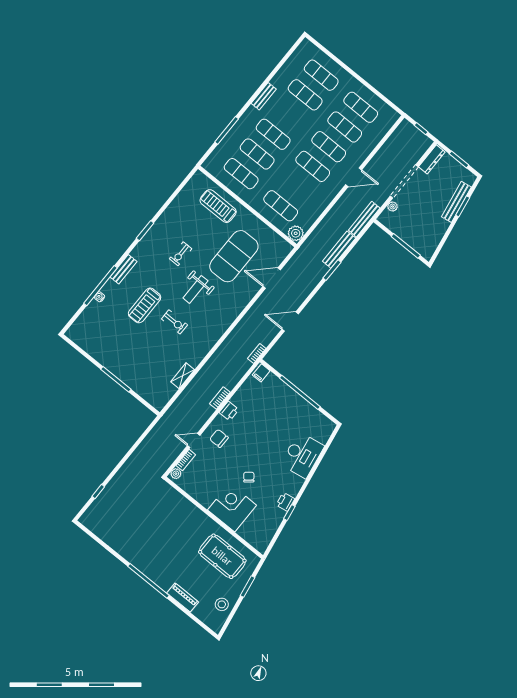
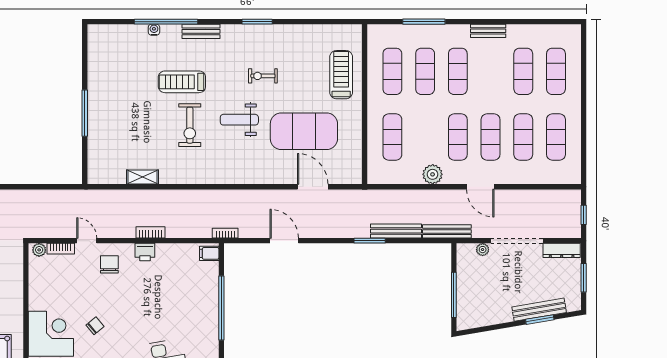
plant: (296, 233) -> (433, 174), moved
exercise bike: (174, 322) -> (190, 125), width x1.38, depth x1.39

